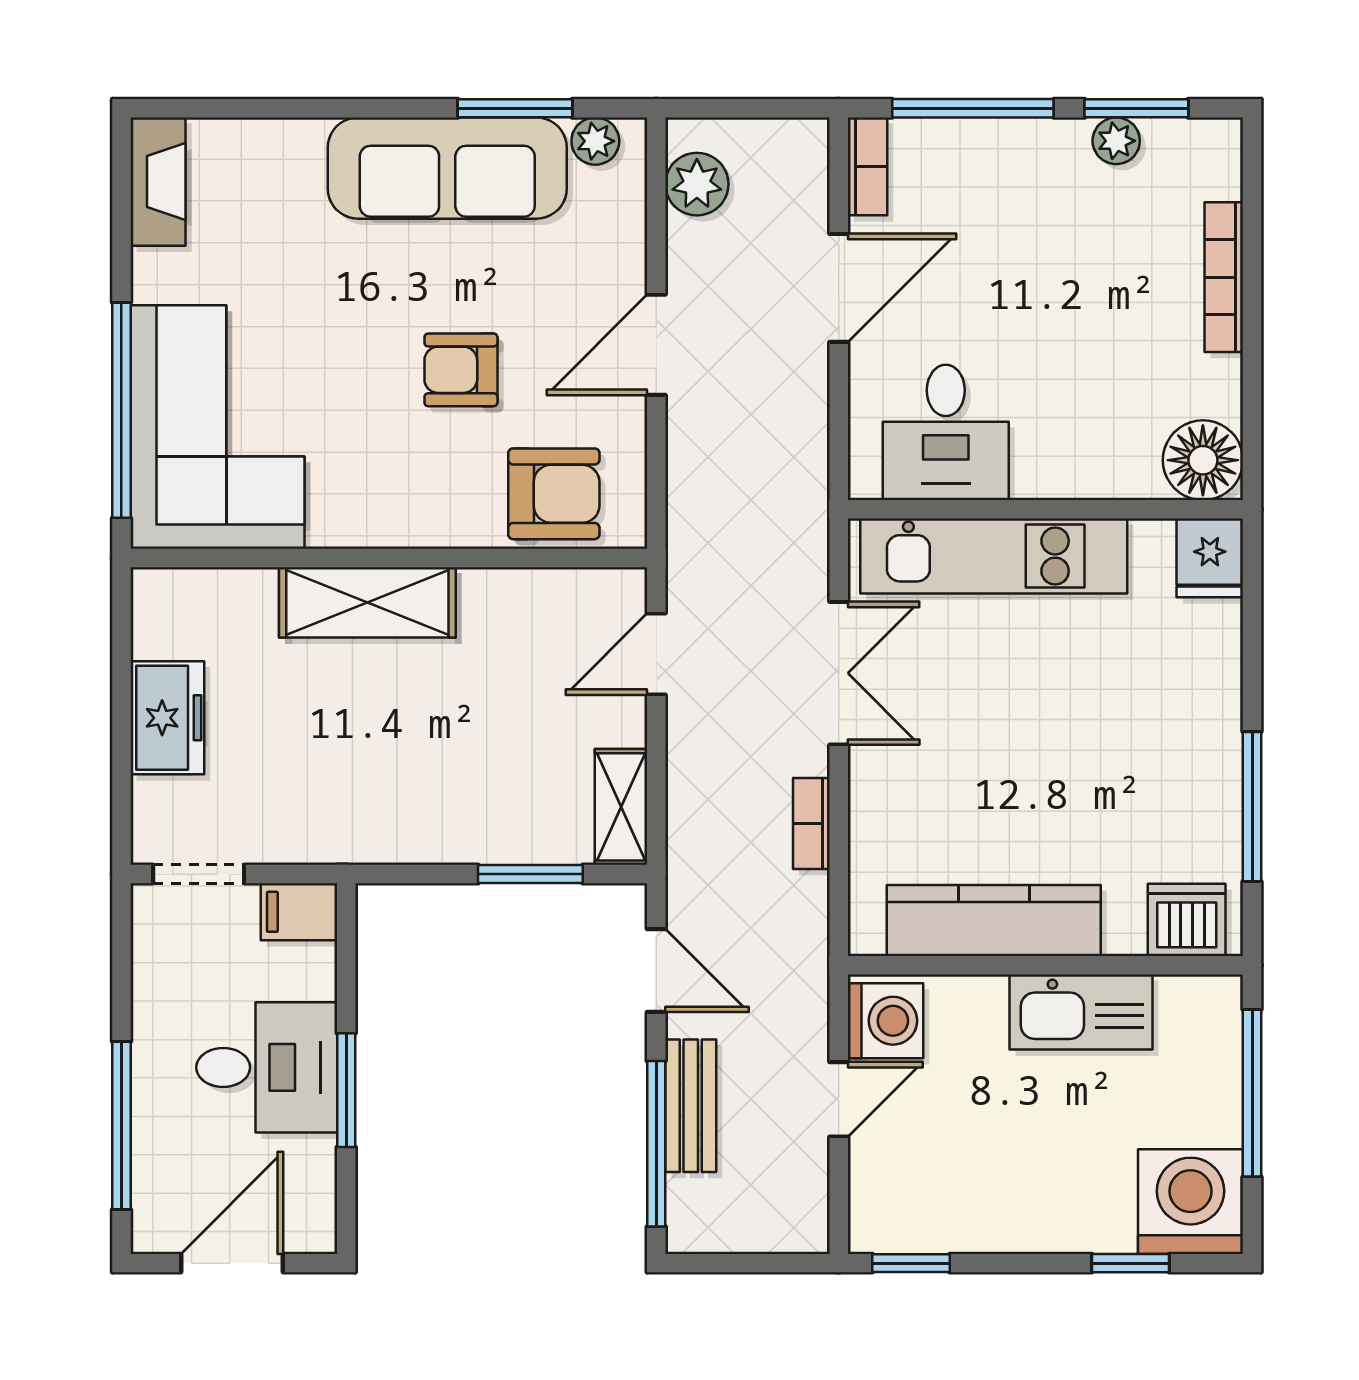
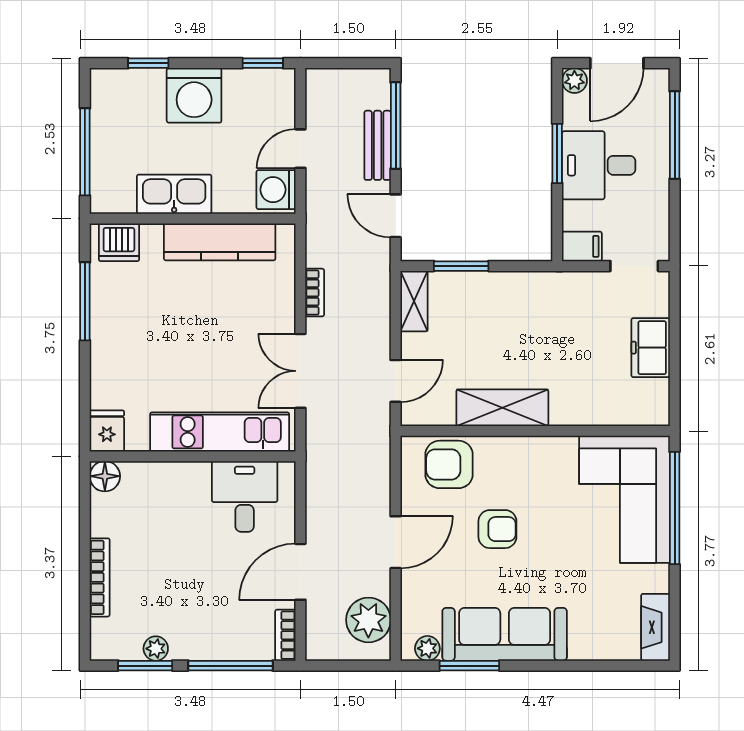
plant: (697, 184) -> (368, 620), width x1.36, depth x1.36
floor lamp: (1203, 460) -> (105, 476), width x0.73, depth x0.73
shelving: (367, 602) -> (502, 408), moved
washing machine: (1191, 1202) -> (194, 95), moved
plant: (313, 1230) -> (574, 80), added

